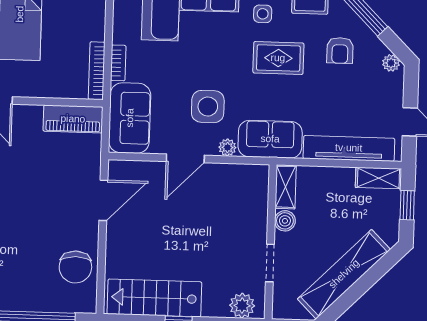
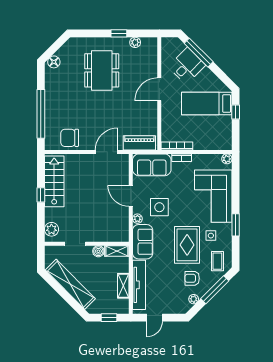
rug: (278, 58) -> (187, 245), width x1.36, depth x1.43
plant: (391, 63) -> (194, 299), moved
piano: (73, 119) -> (139, 143), moved, turned 90
shelving: (378, 178) -> (123, 286), moved
door: (103, 200) -> (106, 152), swing flipped

